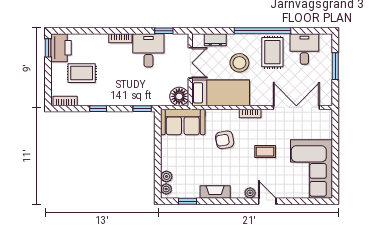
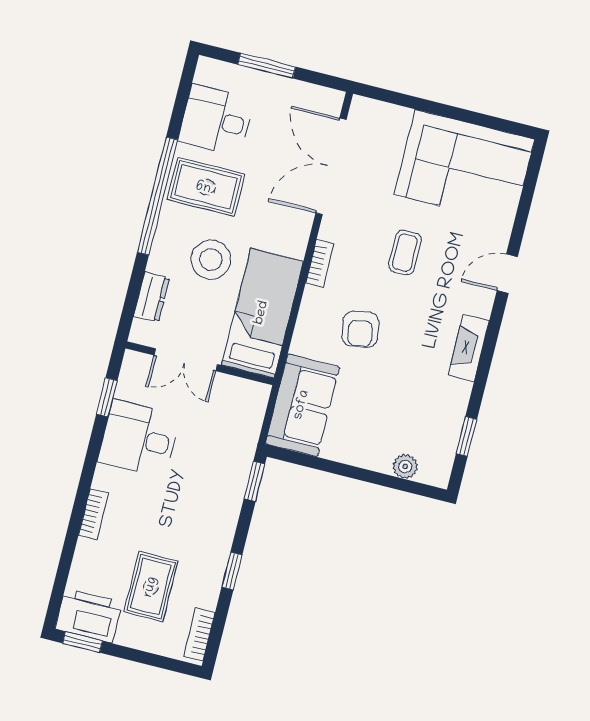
bookcase: (120, 38) -> (94, 514), moved
double door: (190, 63) -> (186, 360), swing flipped
floor lamp: (179, 96) -> (249, 400), removed
plant: (166, 189) -> (431, 473), removed
fireplace: (215, 192) -> (469, 348), moved
plant: (250, 193) -> (481, 304), removed

